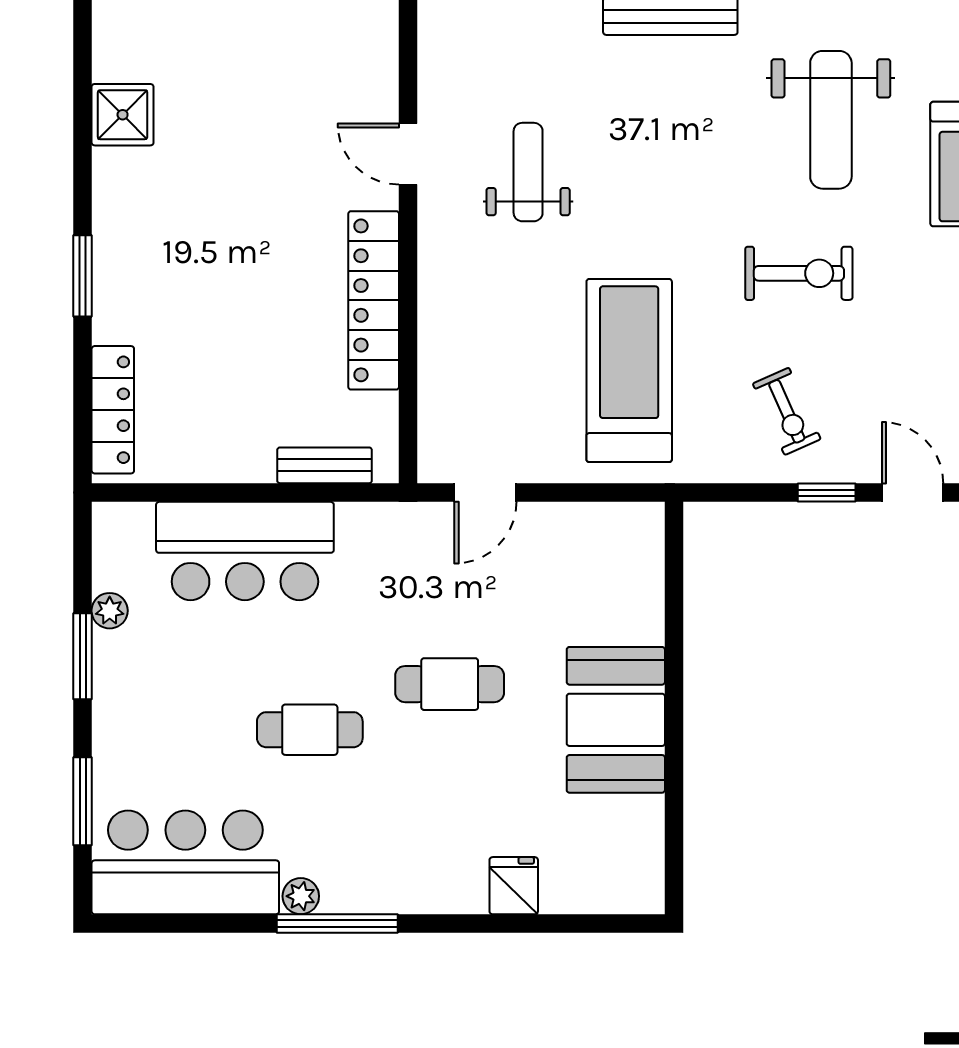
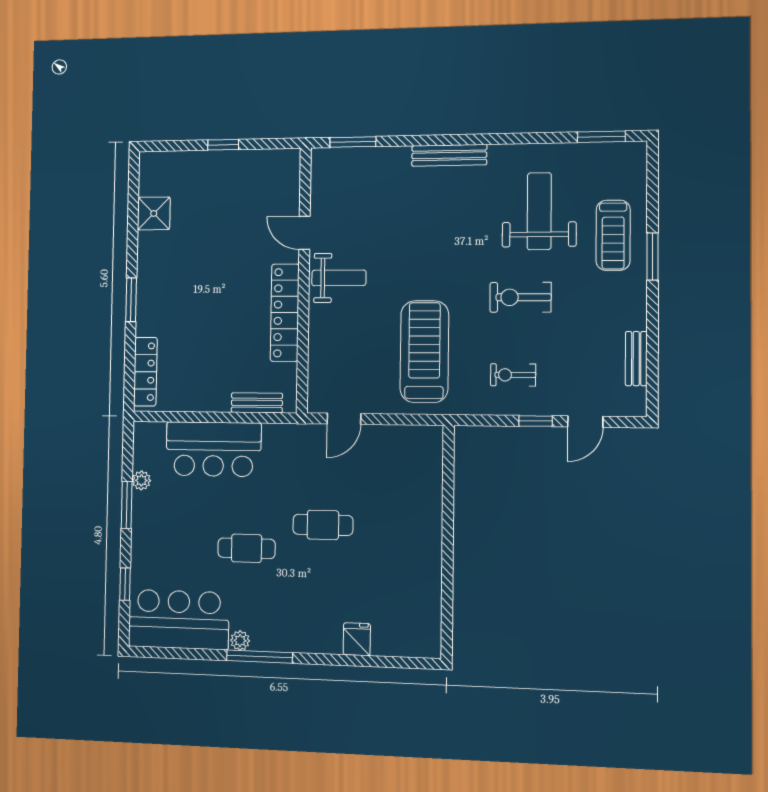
weight bench: (831, 120) -> (539, 211), turned 180
weight bench: (528, 172) -> (339, 278), moved, turned 90
exercise bike: (799, 273) -> (520, 297), turned 180
exercise bike: (787, 411) -> (513, 375), turned 114
door: (913, 493) -> (585, 422), swing flipped
booth: (616, 720) -> (415, 547), removed
window: (83, 801) -> (125, 584), width x0.67

